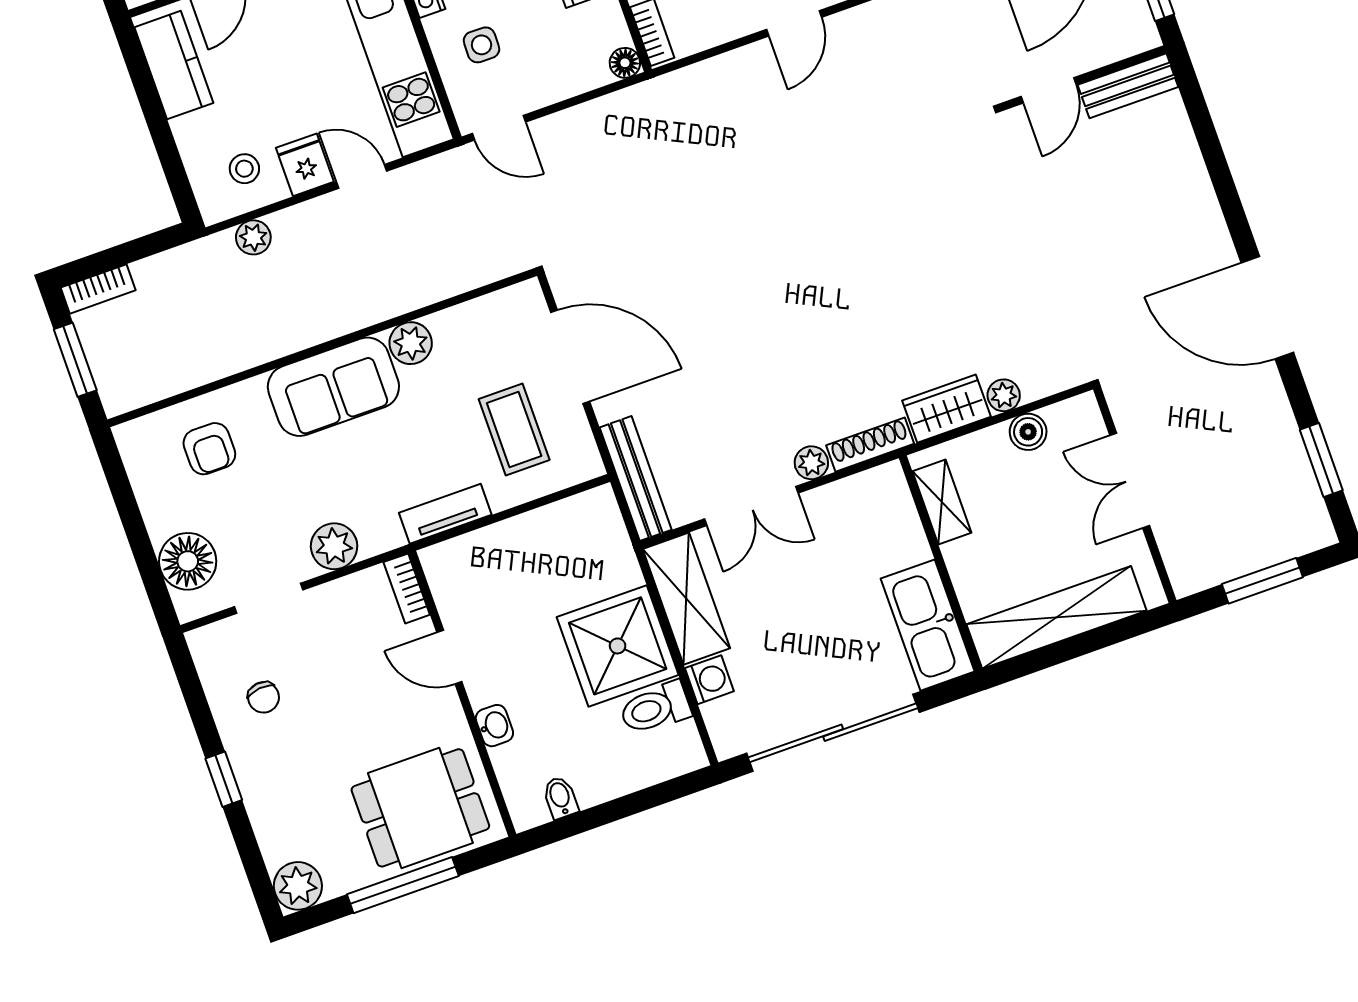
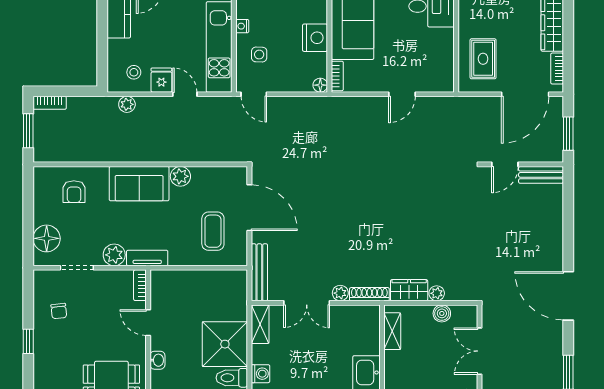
tv unit: (445, 514) -> (147, 258), moved
shelving: (686, 599) -> (260, 324), width x0.67, depth x0.75

